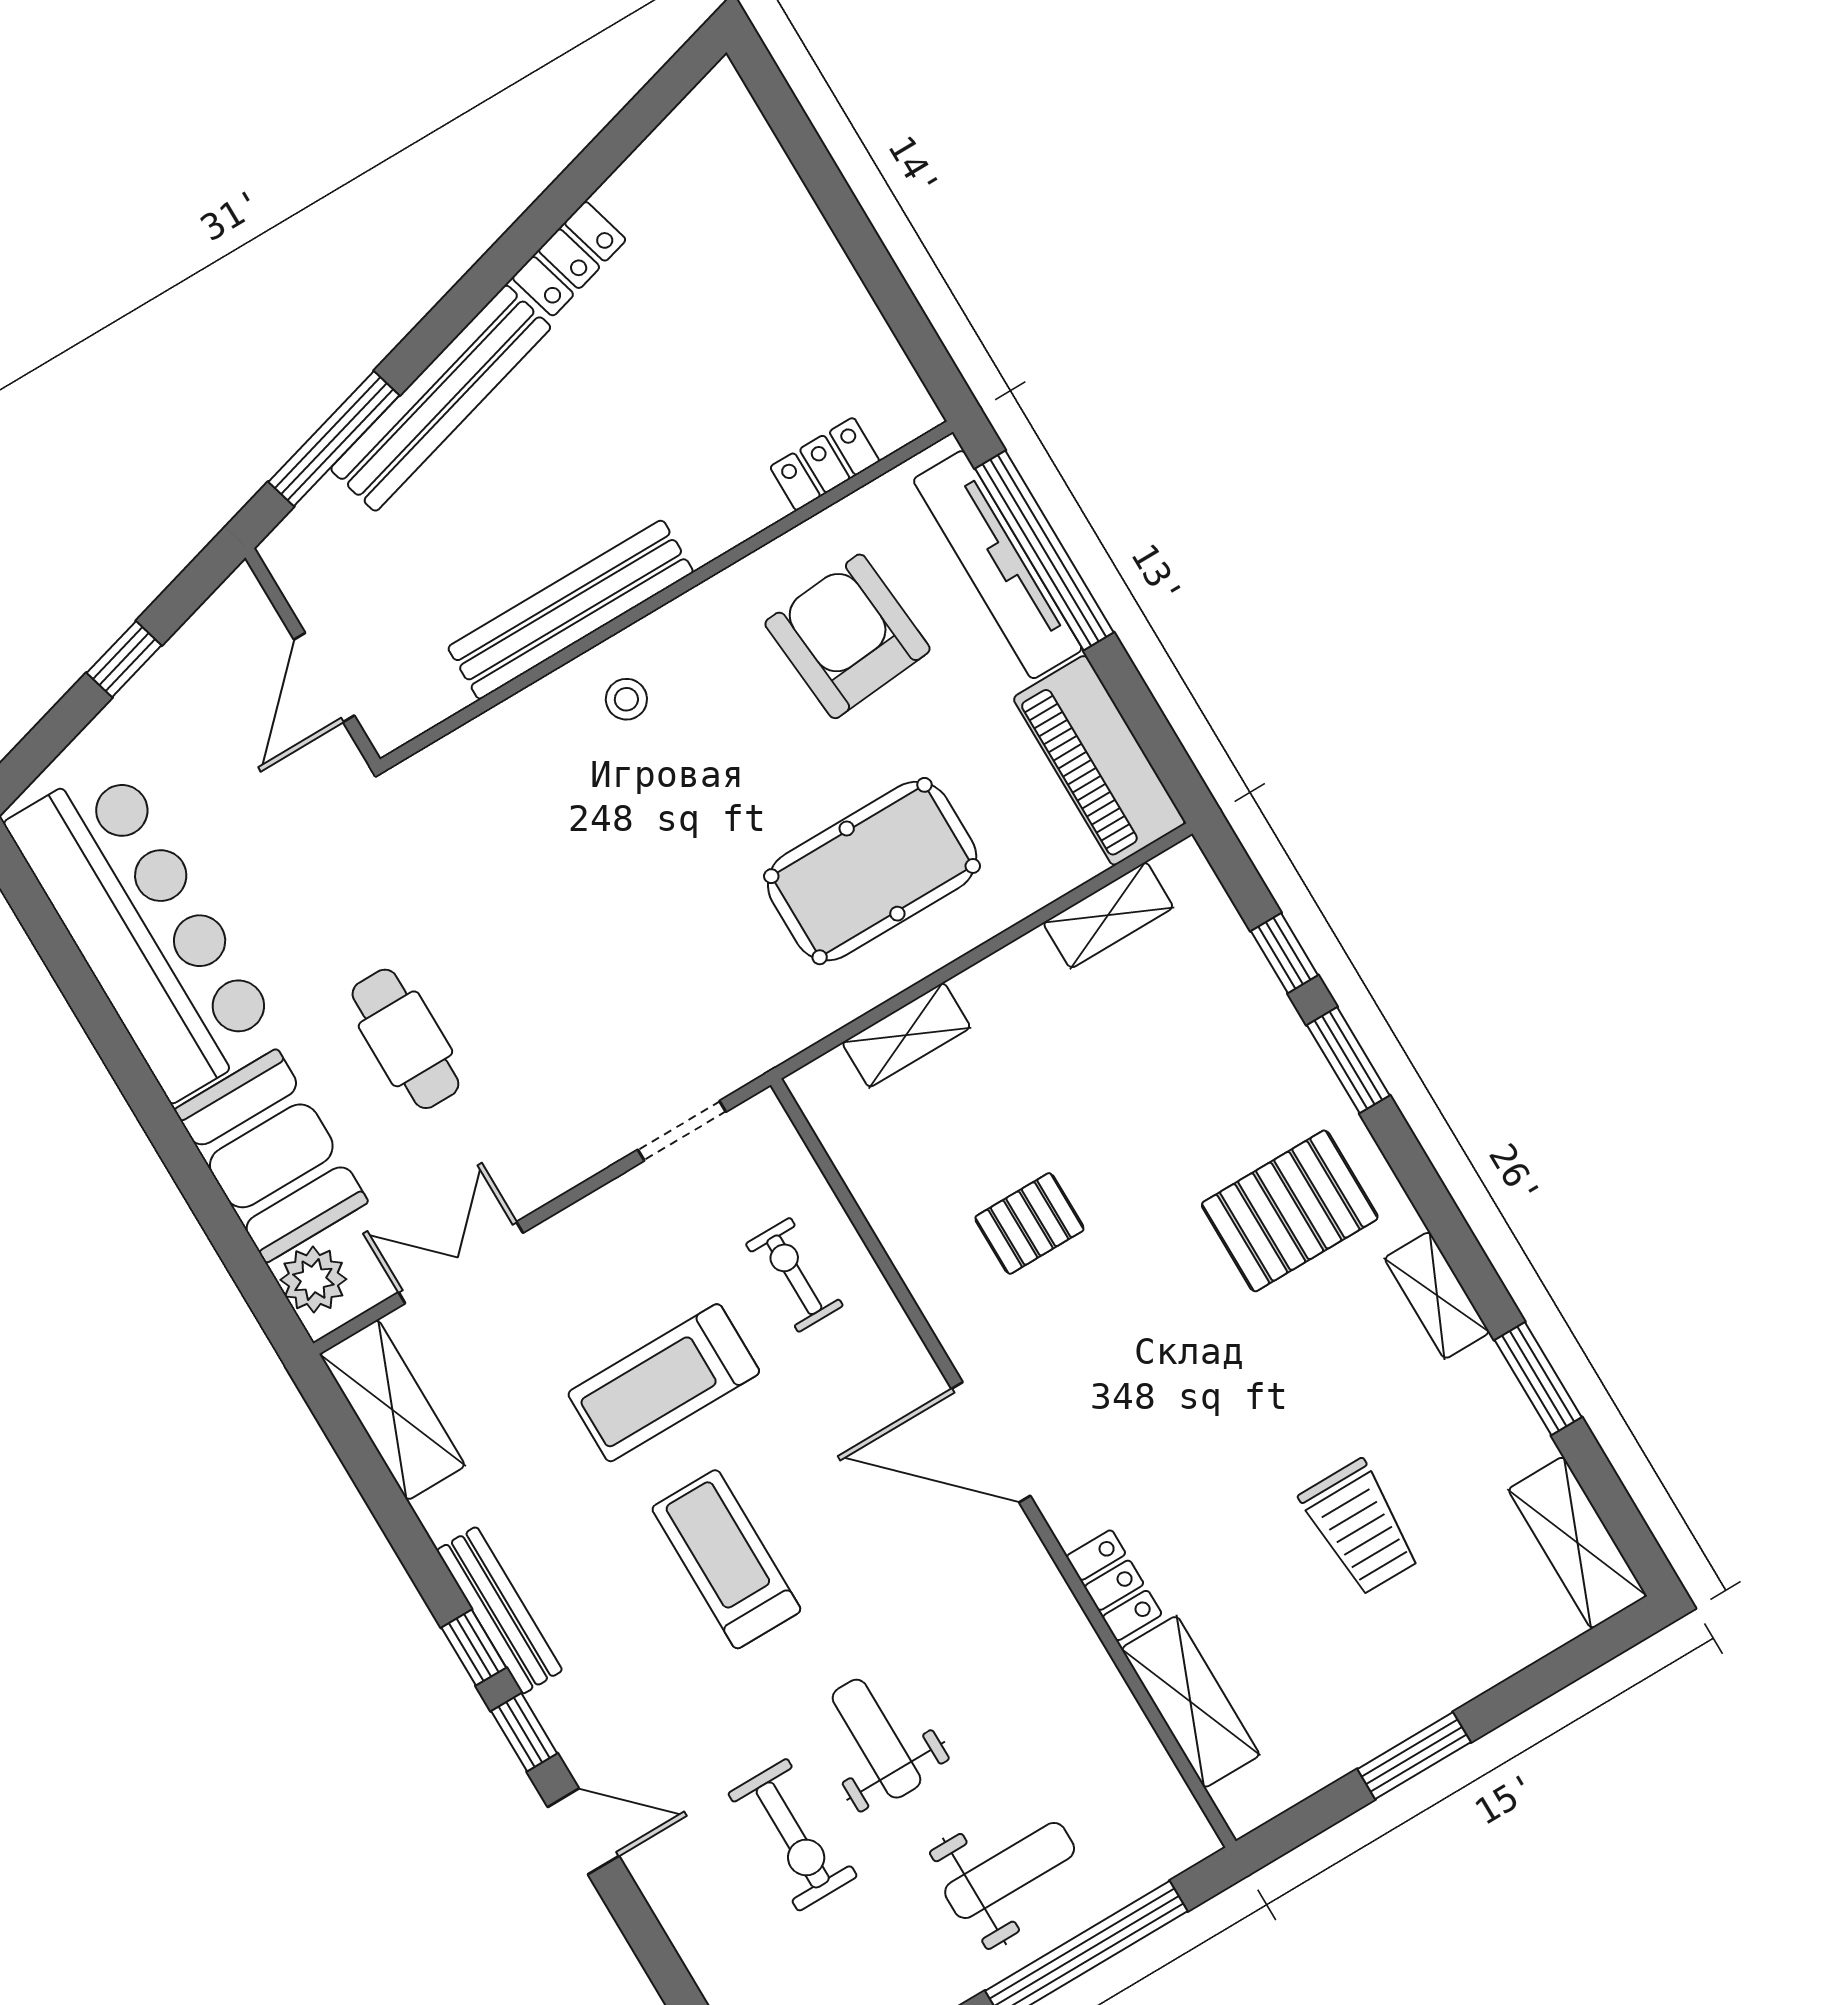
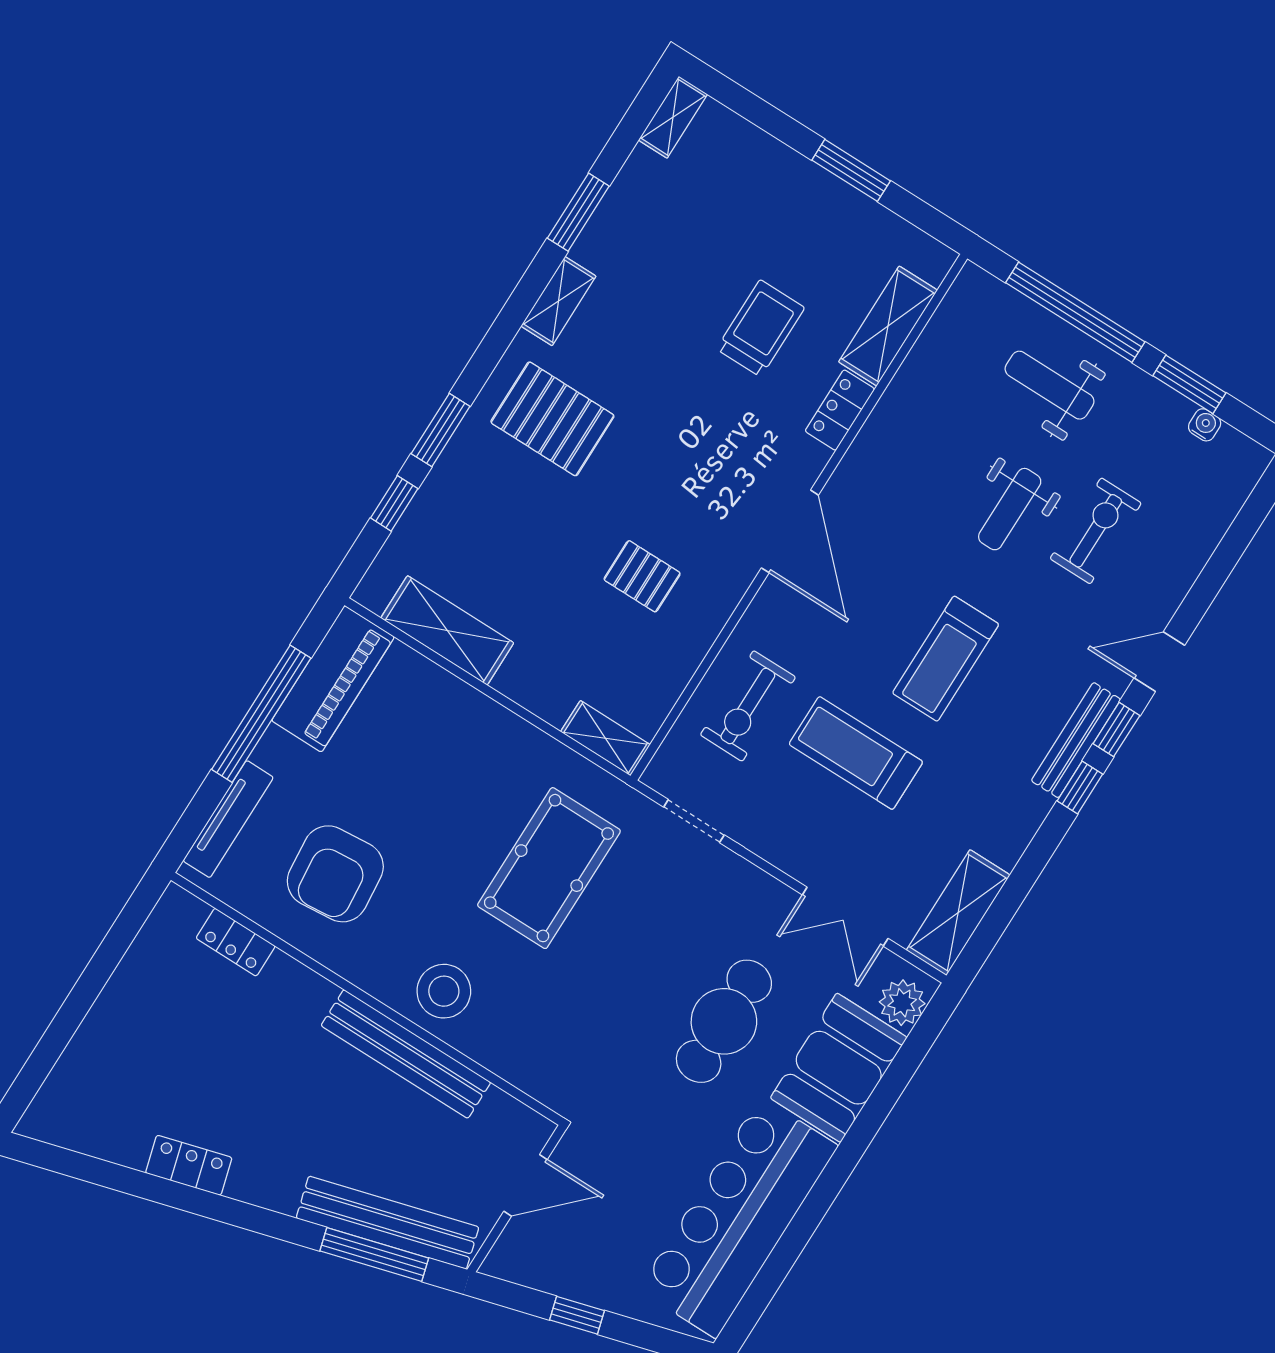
bench: (441, 398) -> (388, 1223), moved
window: (1044, 550) -> (261, 714), moved
tv unit: (998, 565) -> (228, 819), width x0.73, depth x0.78
stool: (626, 699) -> (444, 991), width x1.89, depth x1.89
pool table: (872, 871) -> (549, 868), moved, turned 90
shelving: (1108, 915) -> (447, 630), width x1.50, depth x1.33
shelving: (906, 1035) -> (605, 738), moved
cafe table: (405, 1039) -> (724, 1021), width x1.37, depth x1.35
exercise bike: (794, 1275) -> (748, 706), width x1.38, depth x1.39
treadmill: (664, 1383) -> (856, 753), turned 180
trolley: (1360, 1527) -> (760, 328), moved
shelving: (1577, 1543) -> (673, 117), width x0.67, depth x0.75
bench: (499, 1610) -> (1076, 740), moved
door: (583, 1831) -> (1159, 662), hinge flipped

